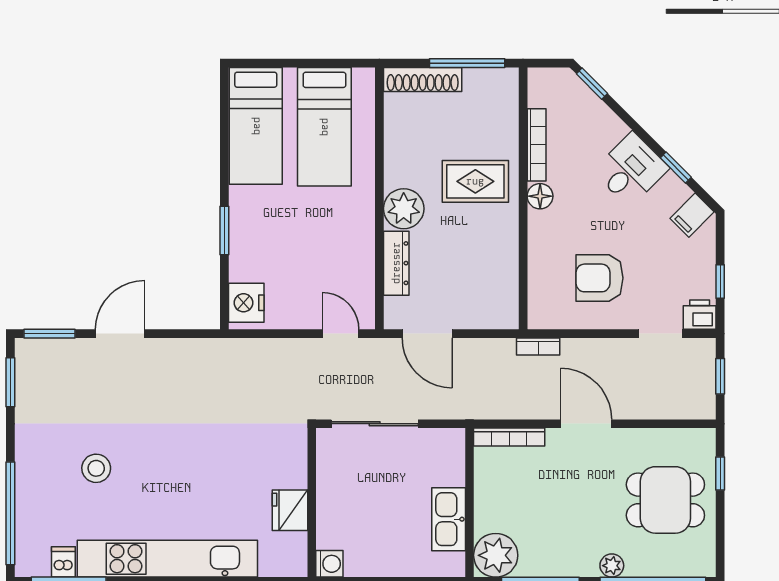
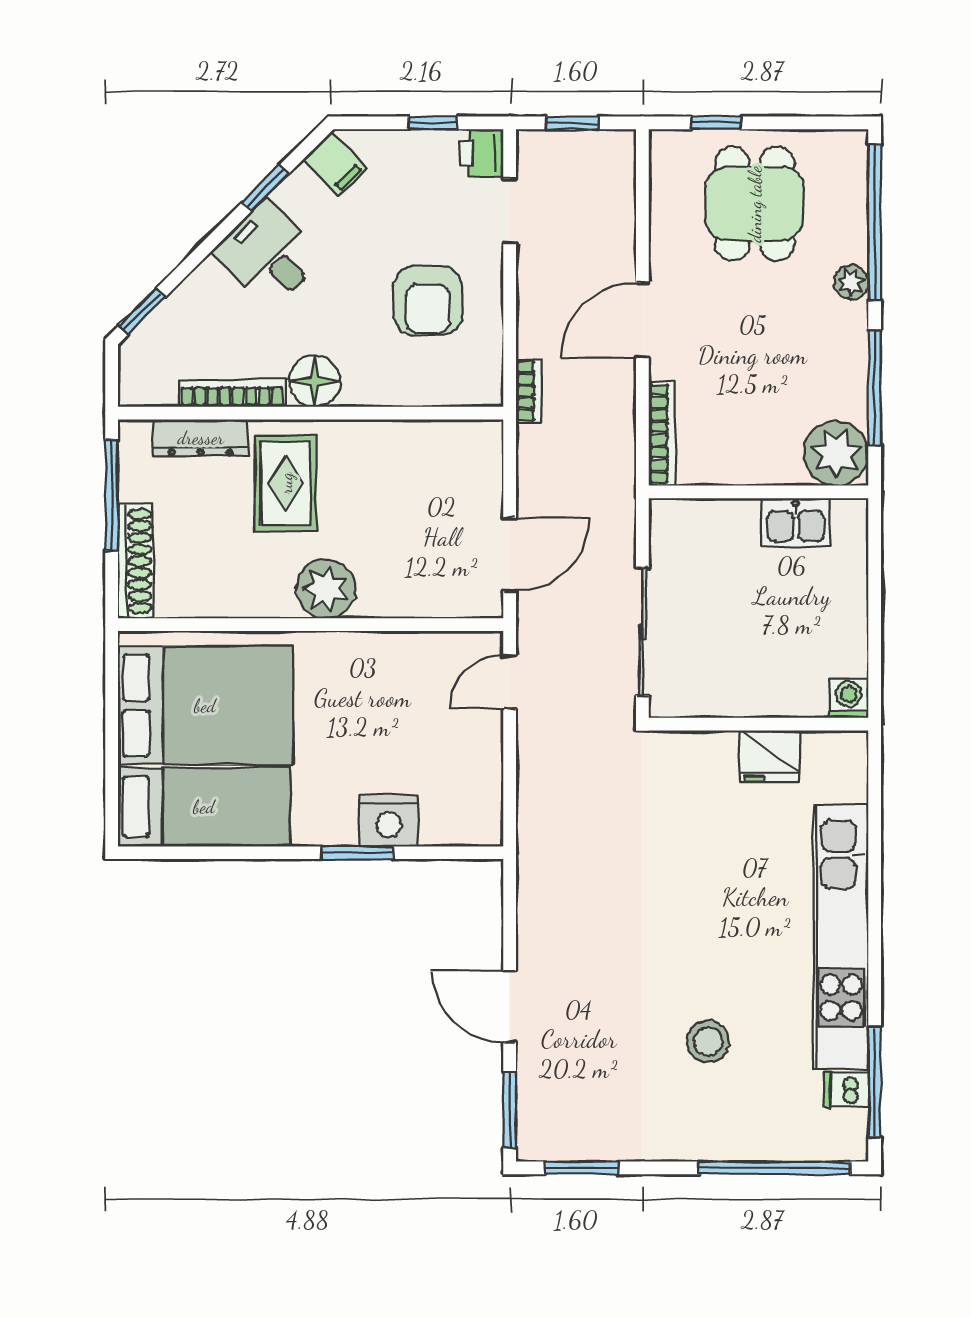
bed: (324, 127) -> (205, 706), width x1.50
floor lamp: (540, 196) -> (315, 381), width x1.38, depth x1.38
dresser: (396, 263) -> (201, 438), moved, turned 180
nightstand: (246, 303) -> (389, 821), moved
kitchen sink: (449, 519) -> (796, 523), width x0.73

